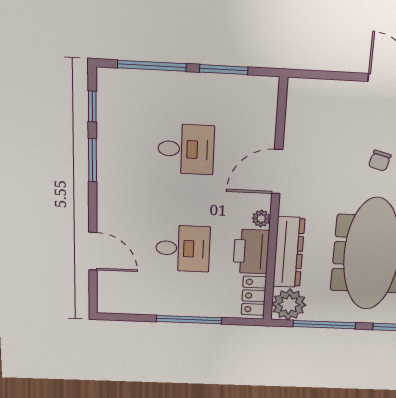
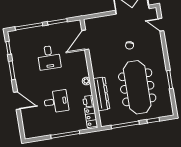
desk: (186, 149) -> (49, 58), turned 90
door: (277, 172) -> (85, 40), moved
door: (93, 251) -> (17, 101), moved
printer: (251, 251) -> (88, 101), width x0.53, depth x0.68
plant: (289, 305) -> (107, 118), removed

